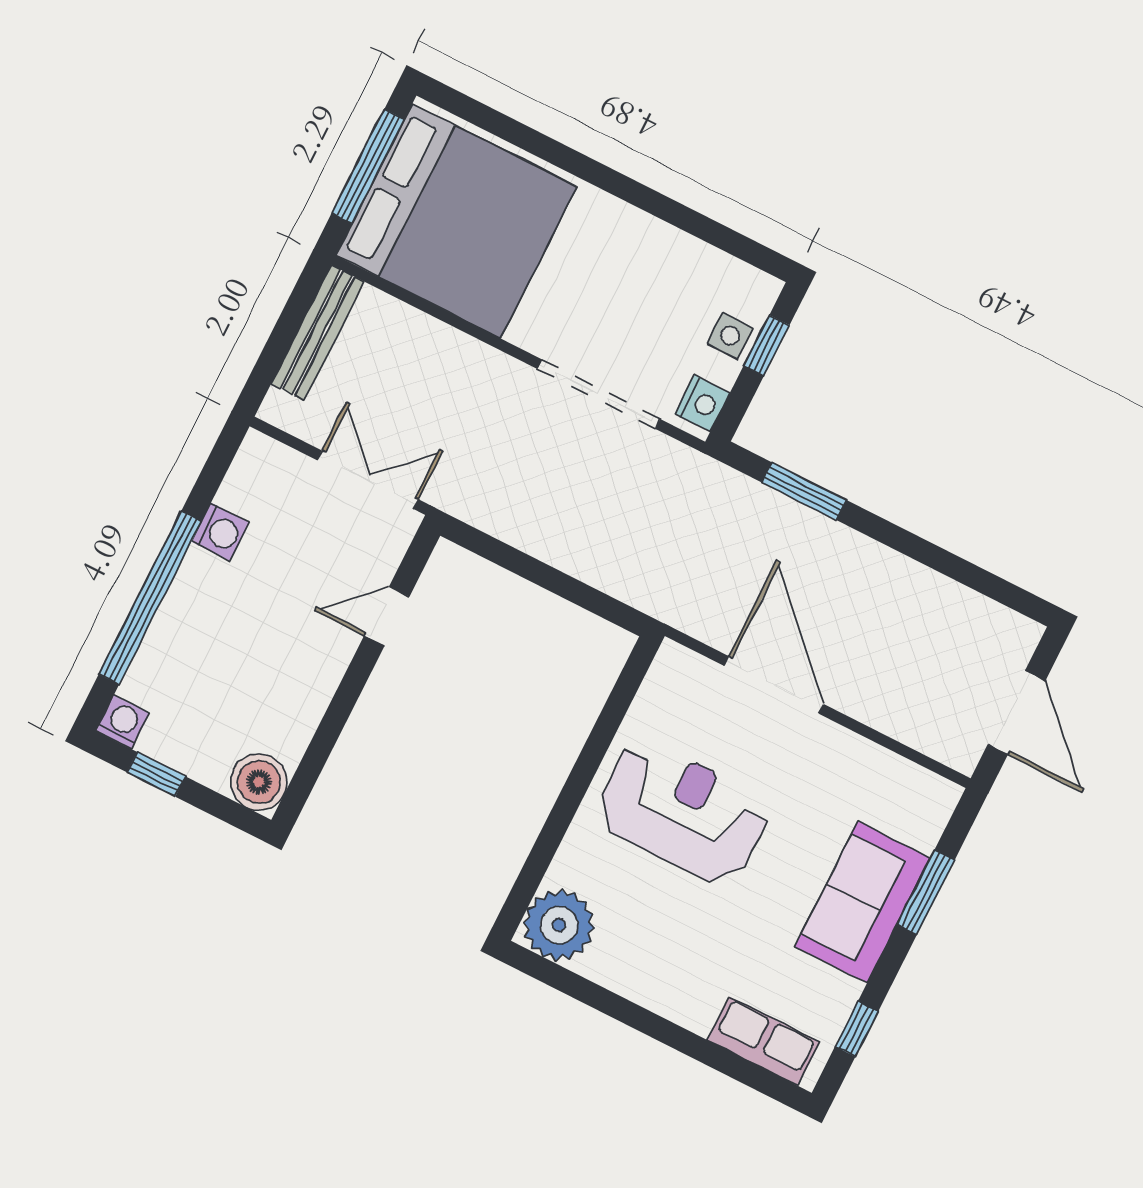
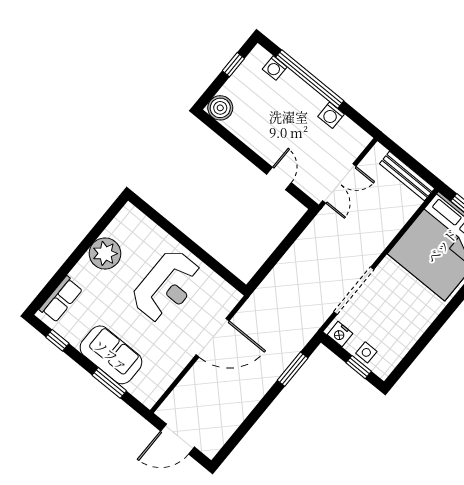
washing machine: (123, 722) -> (275, 68), moved, turned 90
plant: (559, 925) -> (105, 253), moved

